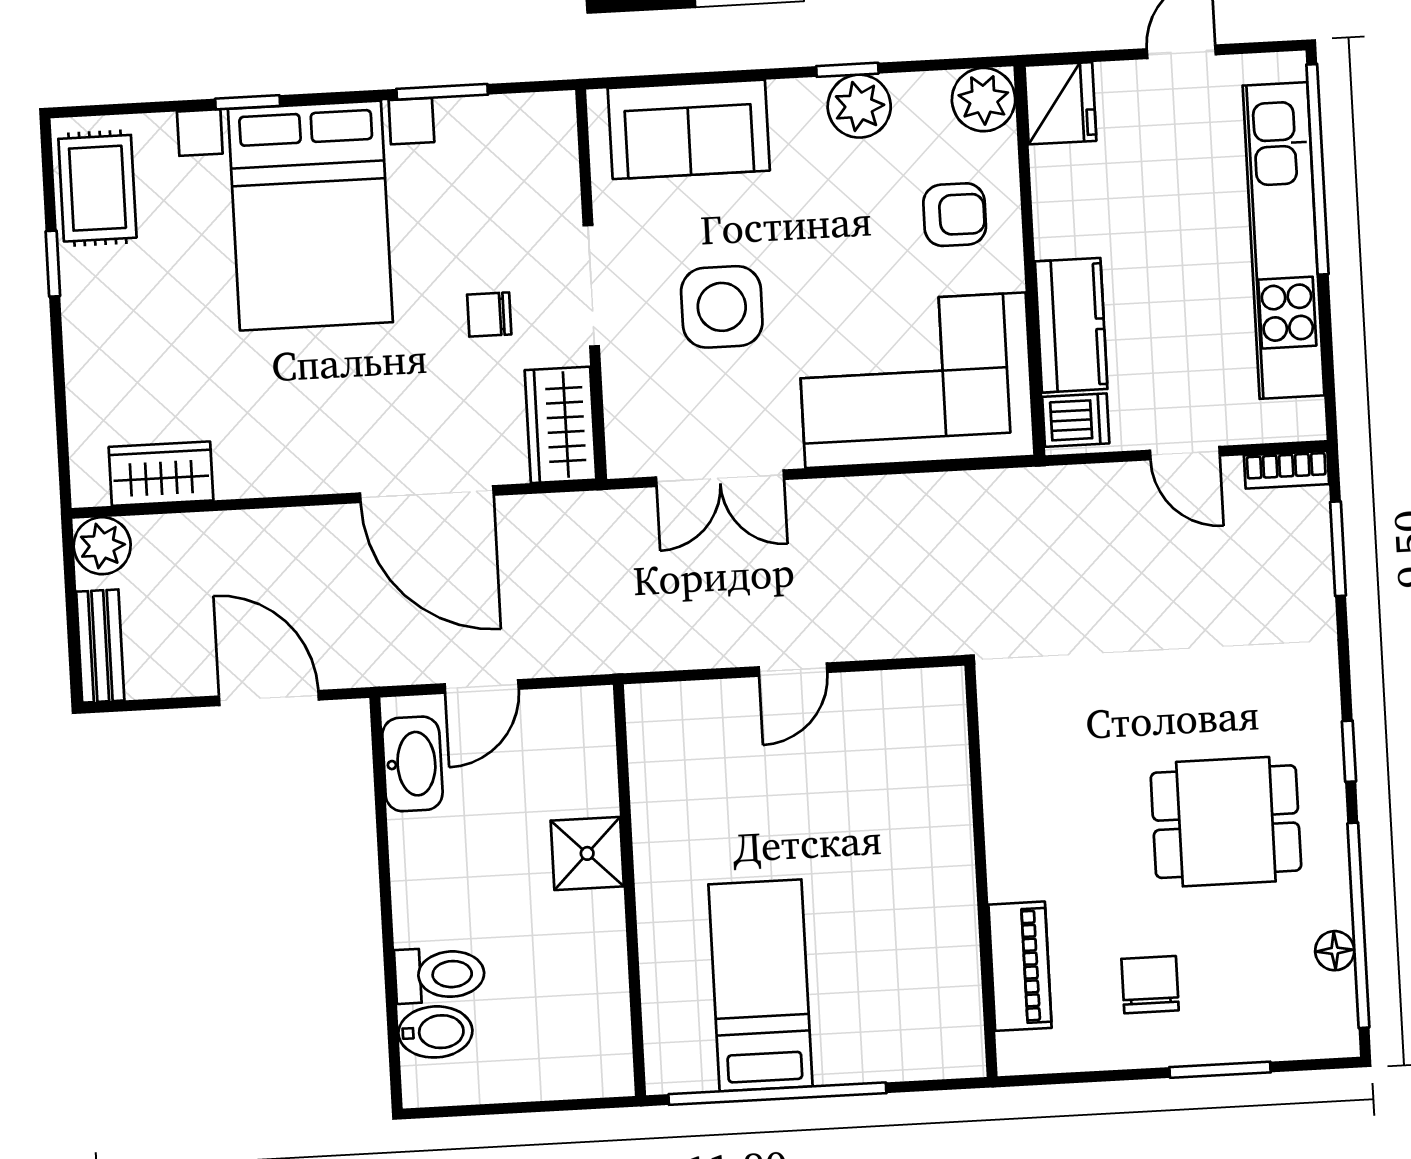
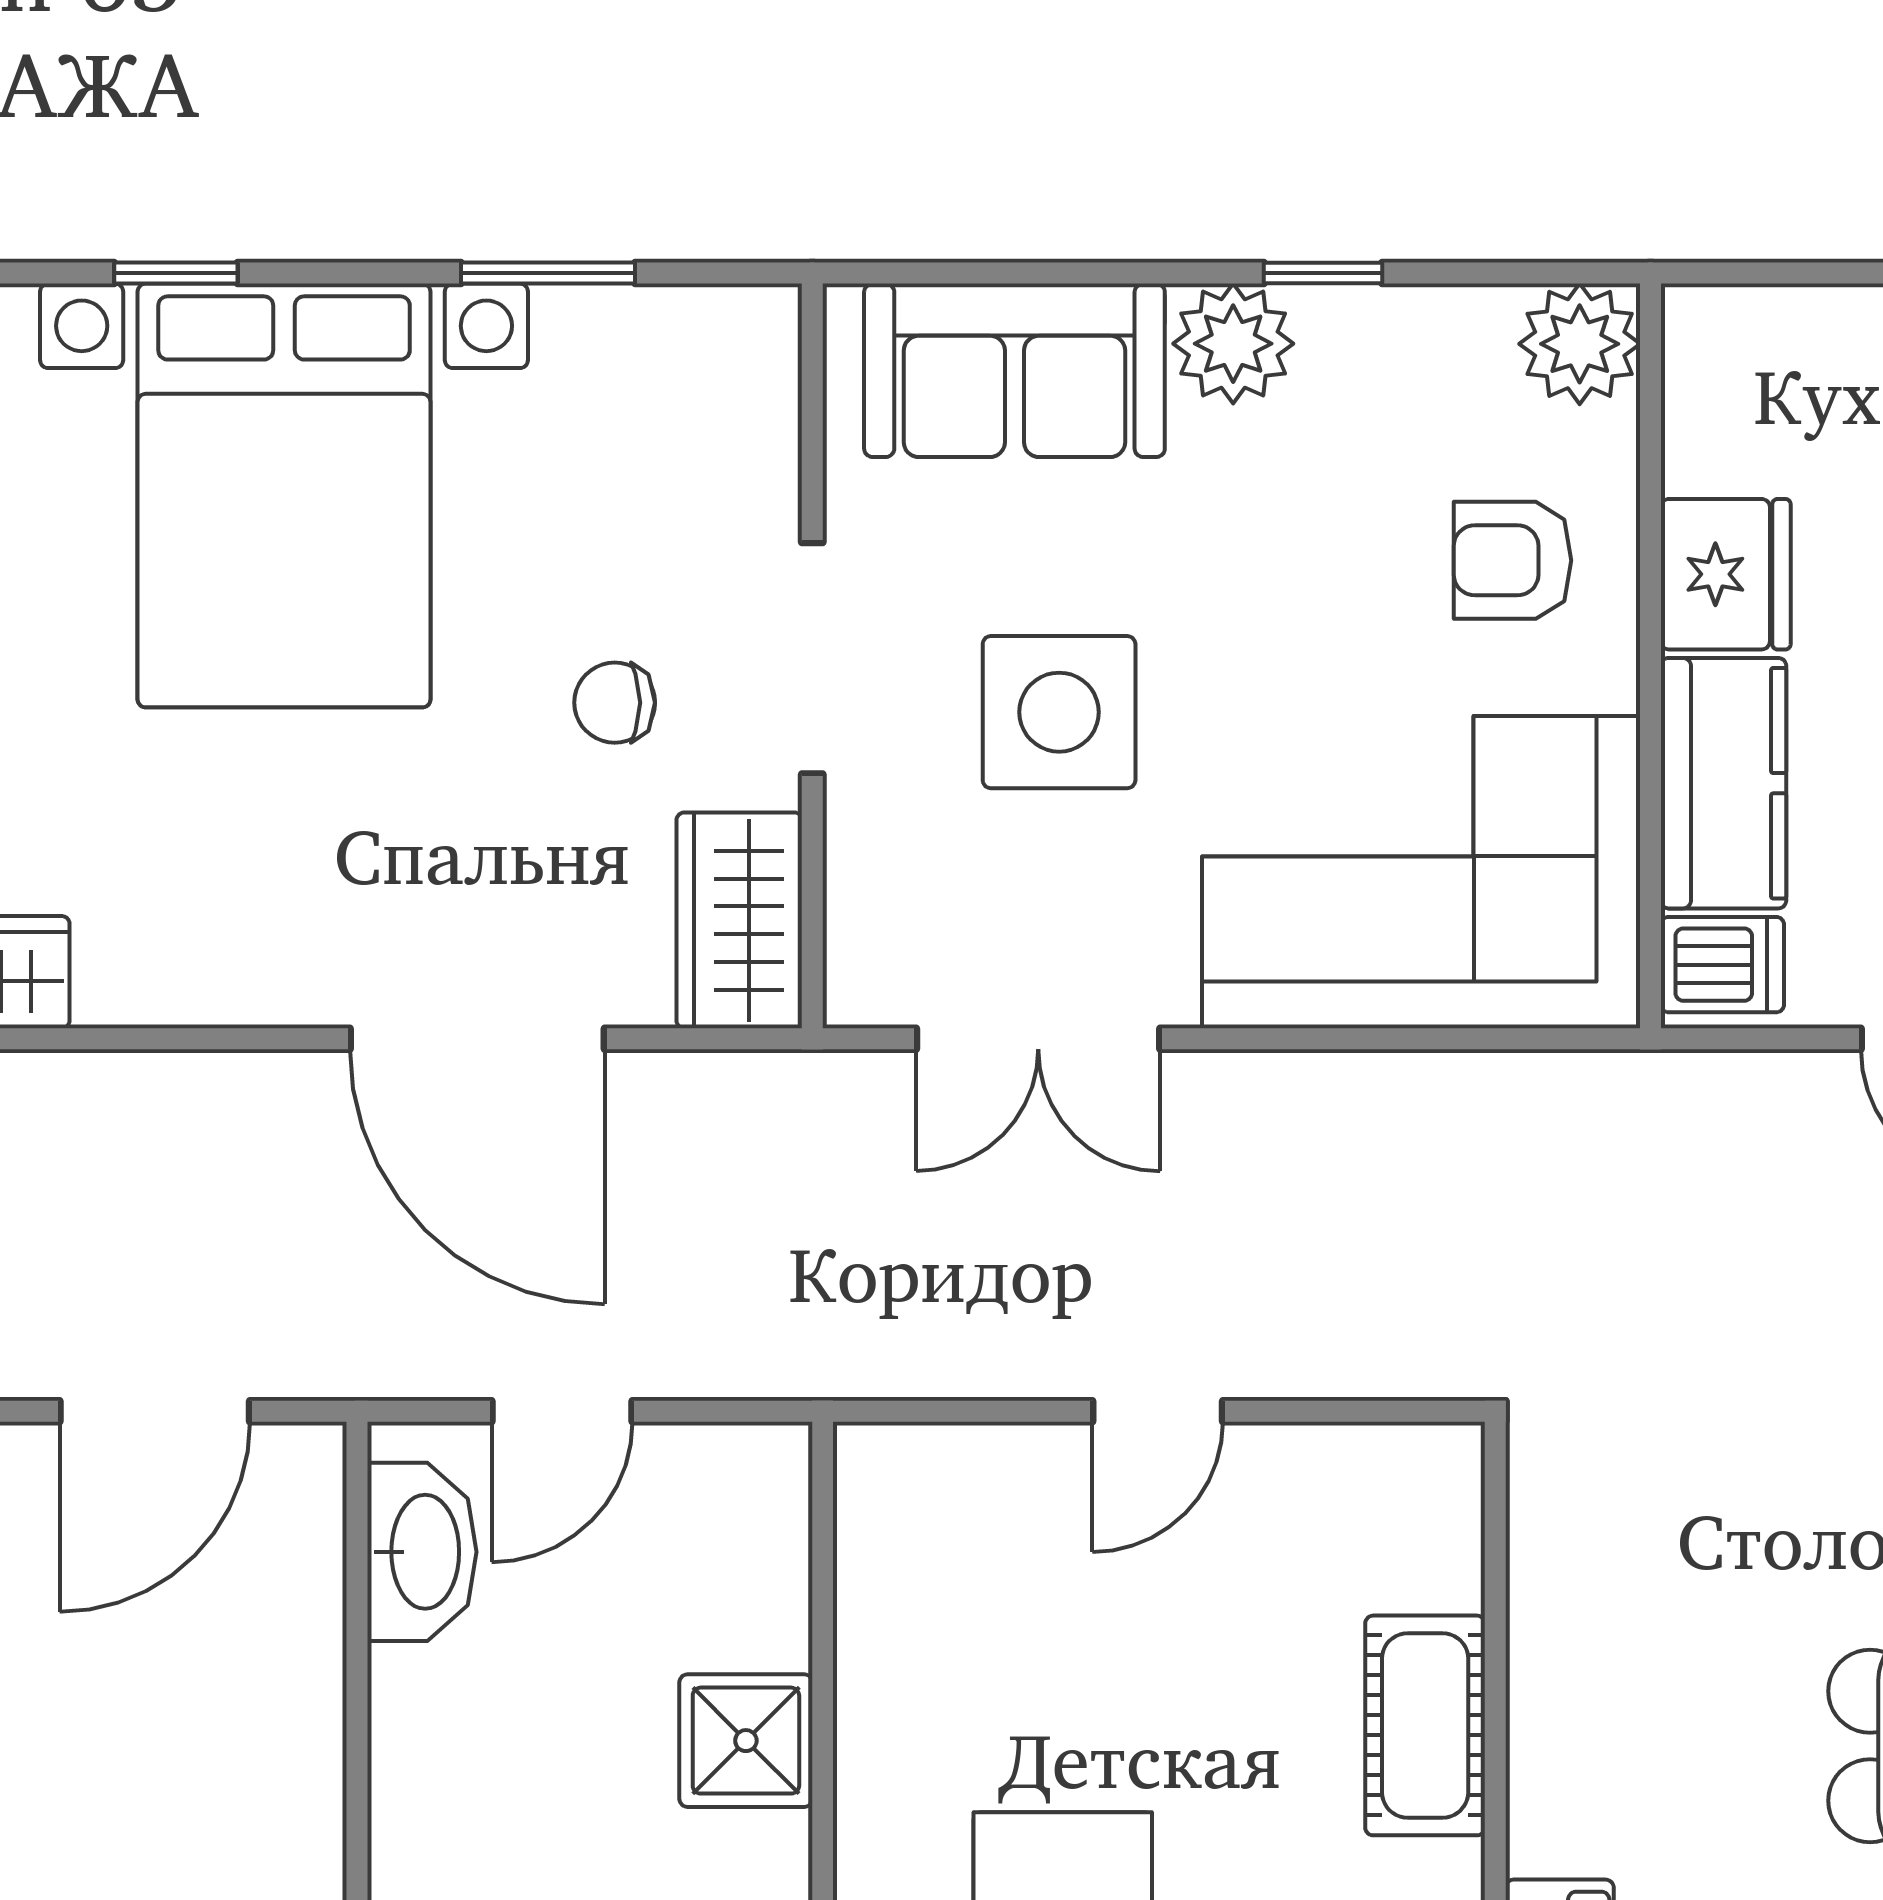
fridge: (1060, 103) -> (1726, 574), moved
plant: (859, 106) -> (1233, 344), moved
armchair: (955, 215) -> (1513, 560), turned 180
door: (269, 698) -> (155, 1411), swing flipped
cot: (942, 826) -> (1425, 1725), added

